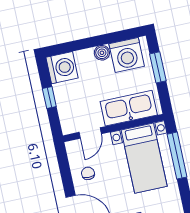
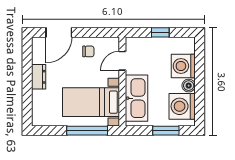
washing machine: (62, 68) -> (183, 66), moved, turned 90
door: (90, 133) -> (122, 61), hinge flipped

